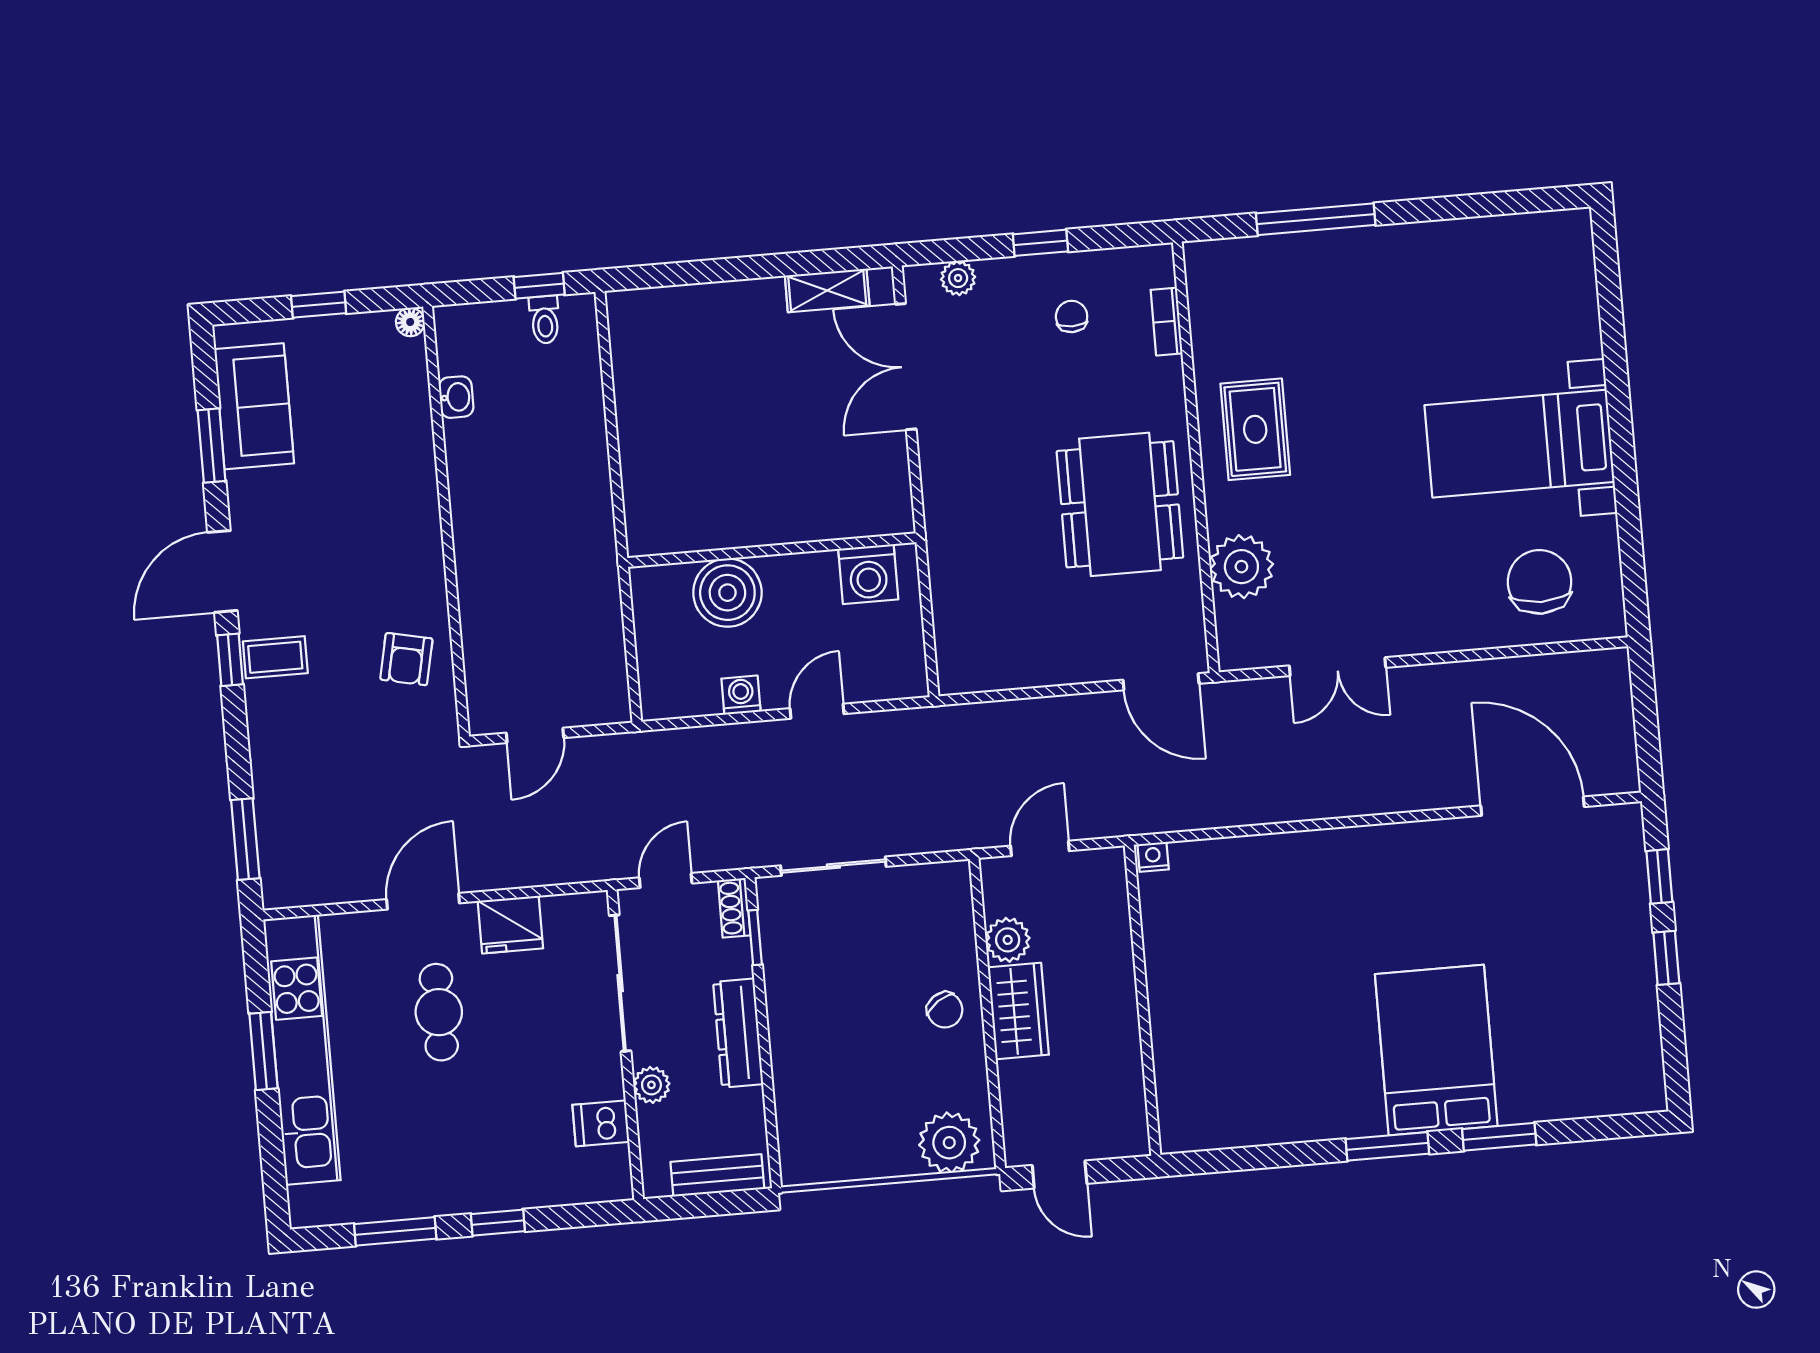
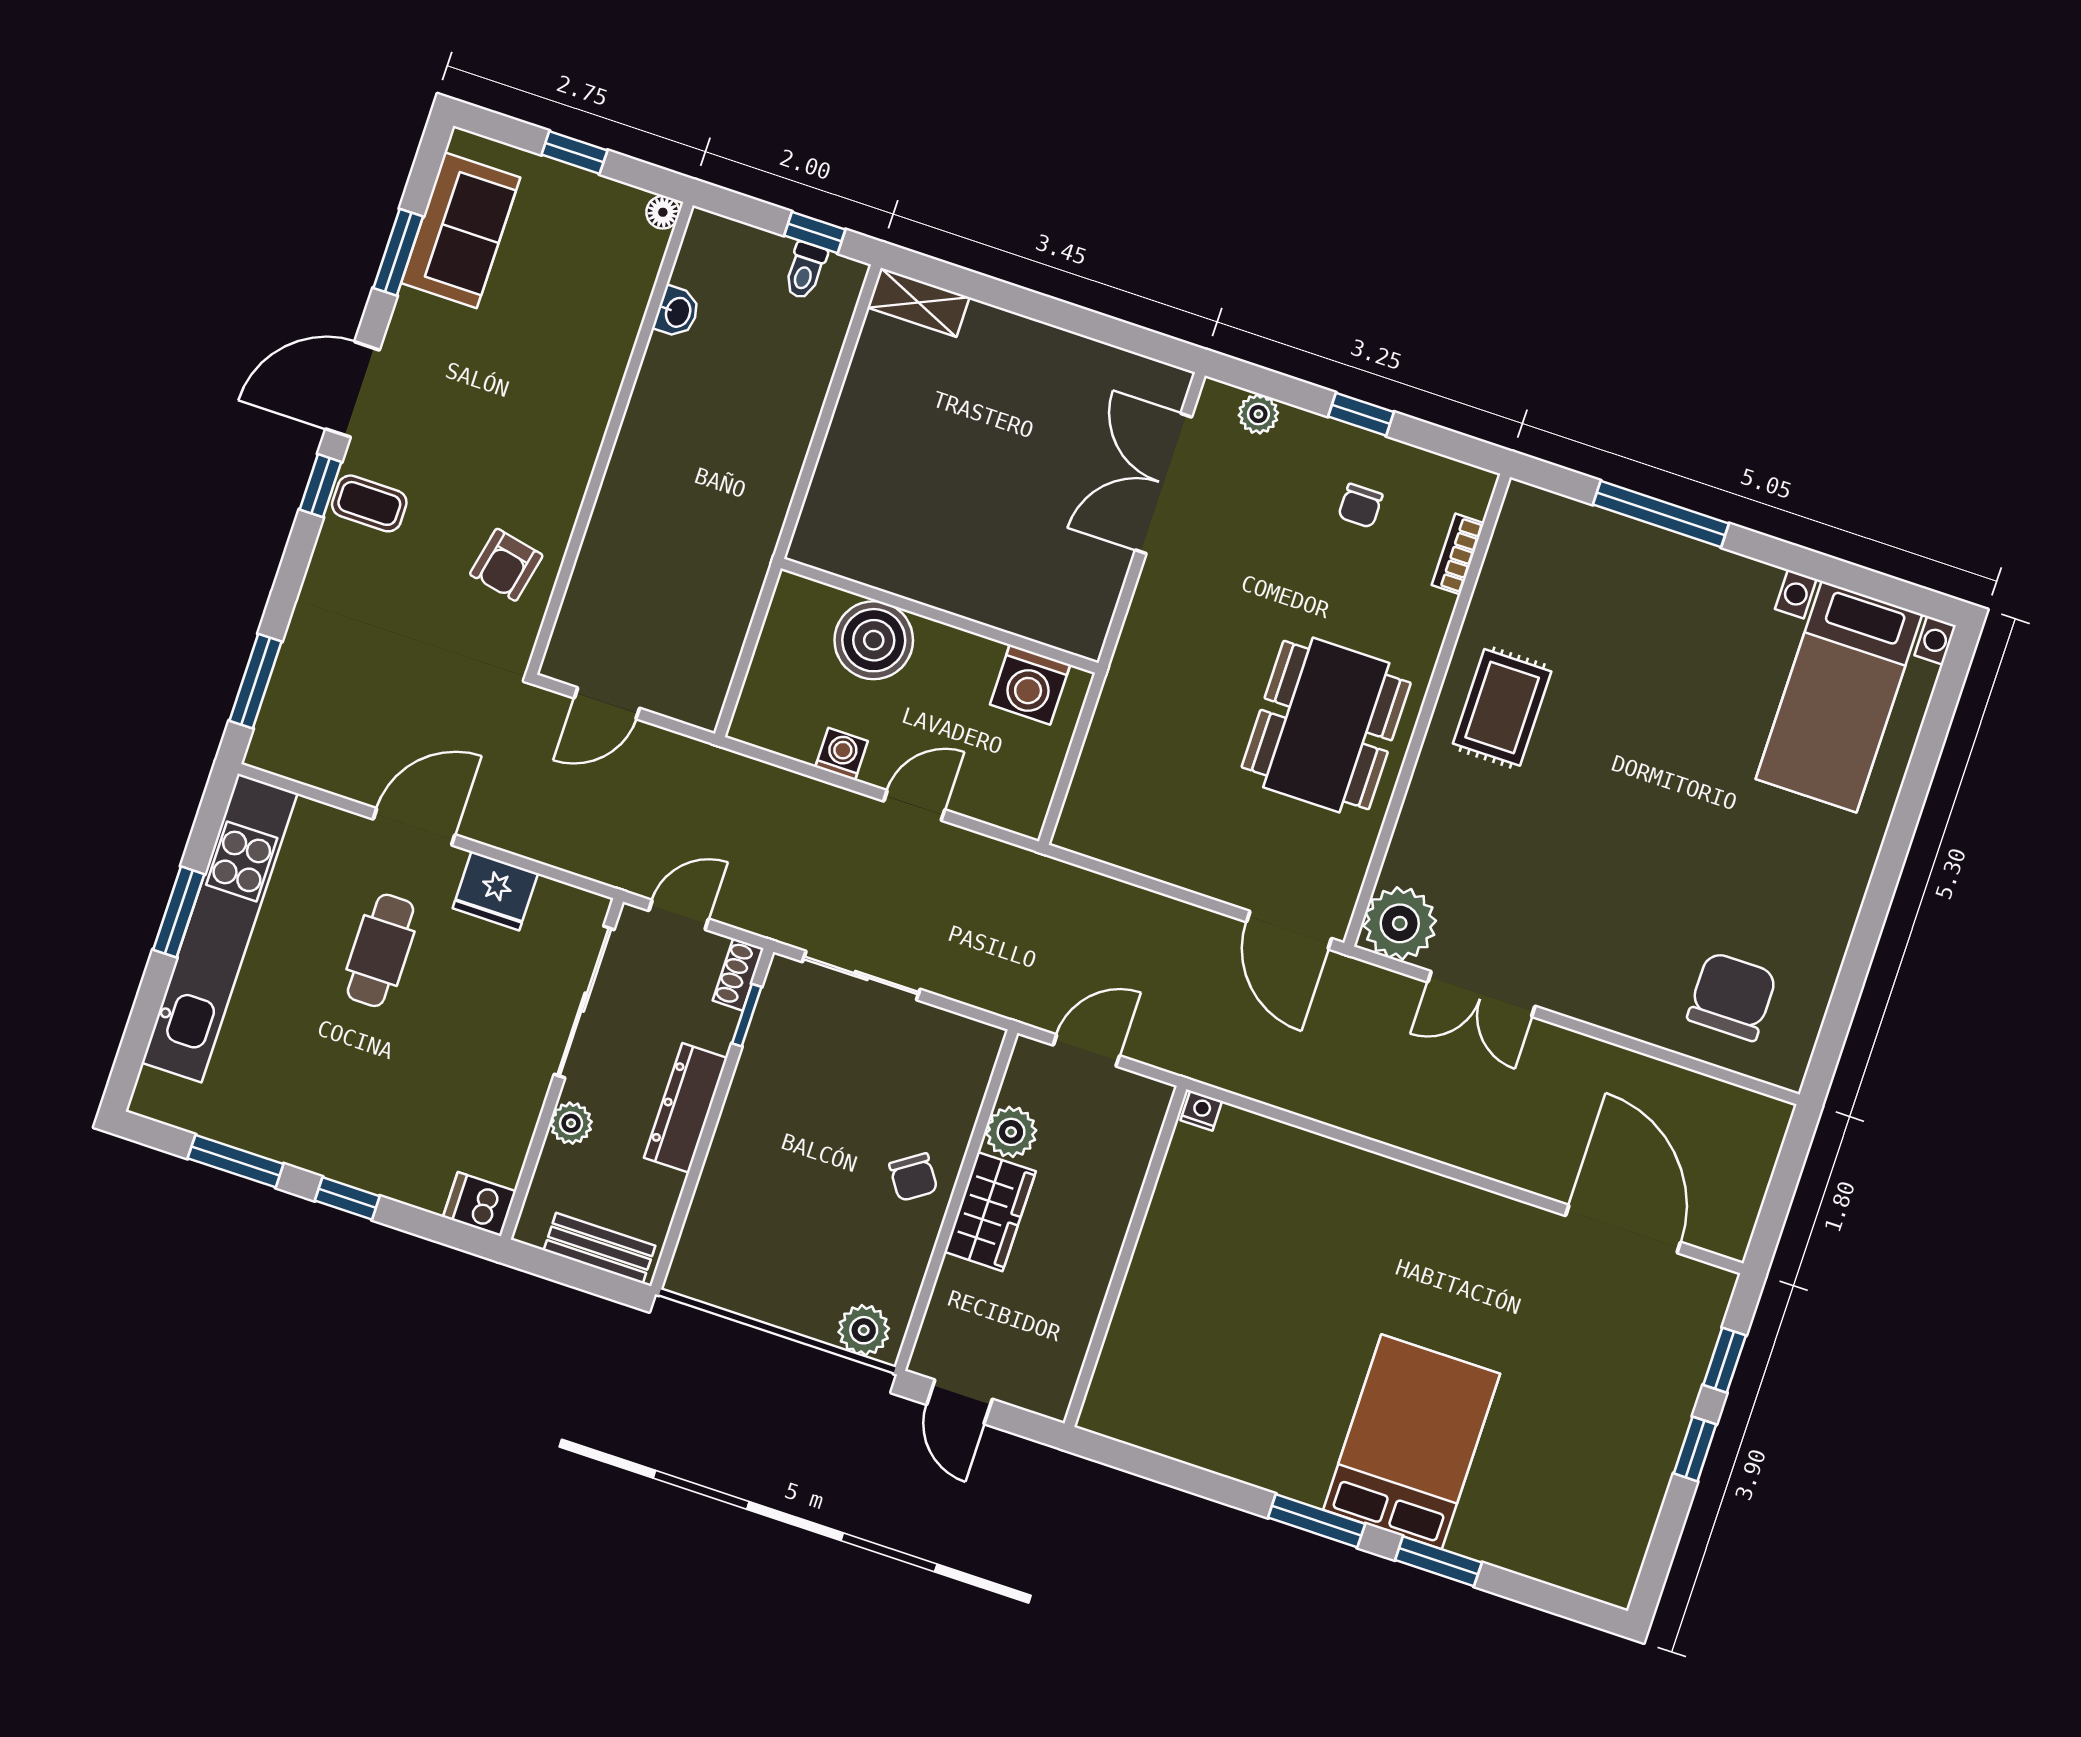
shelving: (827, 290) -> (918, 302), moved
chair: (1072, 316) -> (1360, 506), turned 180
bed with nightstands: (1520, 444) -> (1839, 697), moved, turned -90
plant: (1241, 567) -> (1400, 923), moved
dishwasher: (601, 1123) -> (479, 1204), moved
plant: (949, 1143) -> (864, 1330), width x0.73, depth x0.73

